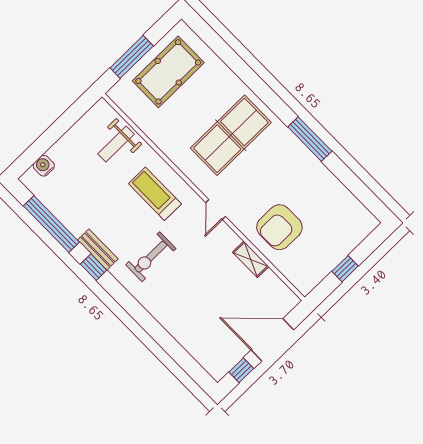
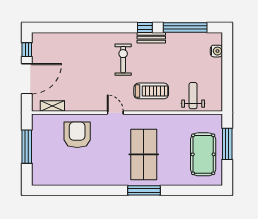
window: (310, 139) -> (144, 190), moved
shelving: (251, 259) -> (52, 106), moved
window: (345, 269) -> (27, 147), width x2.17

